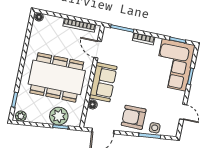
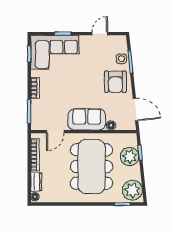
dresser: (53, 21) -> (36, 182), added
plant: (21, 116) -> (132, 190), width x1.87, depth x1.87

